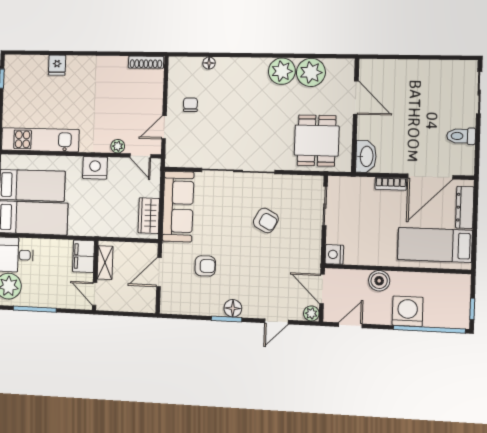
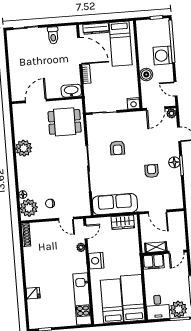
plant: (311, 72) -> (29, 208), moved
armchair: (266, 220) -> (117, 148), turned 152
armchair: (205, 266) -> (152, 171), moved

